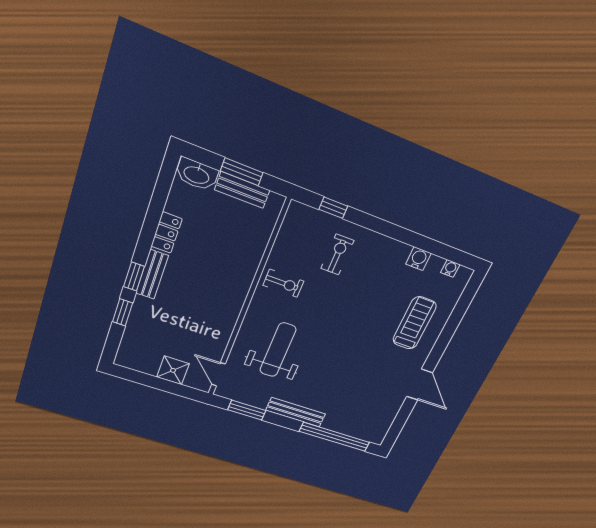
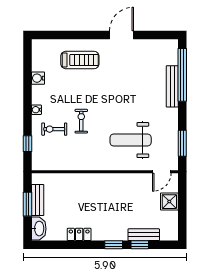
water cooler: (450, 268) -> (36, 110), moved
bench: (152, 274) -> (144, 235), moved
exercise bike: (283, 283) -> (81, 121), moved
treadmill: (414, 323) -> (80, 60), turned 180
bench: (296, 412) -> (172, 86), moved

